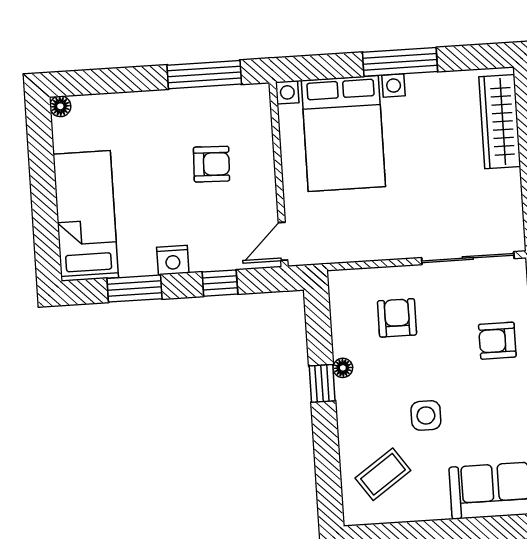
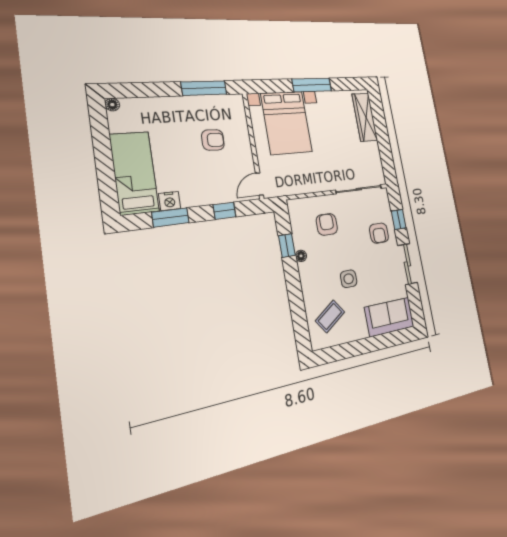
nightstand: (173, 260) -> (170, 201), moved
armchair: (497, 341) -> (379, 233), turned -90
window: (322, 383) -> (287, 245), moved

